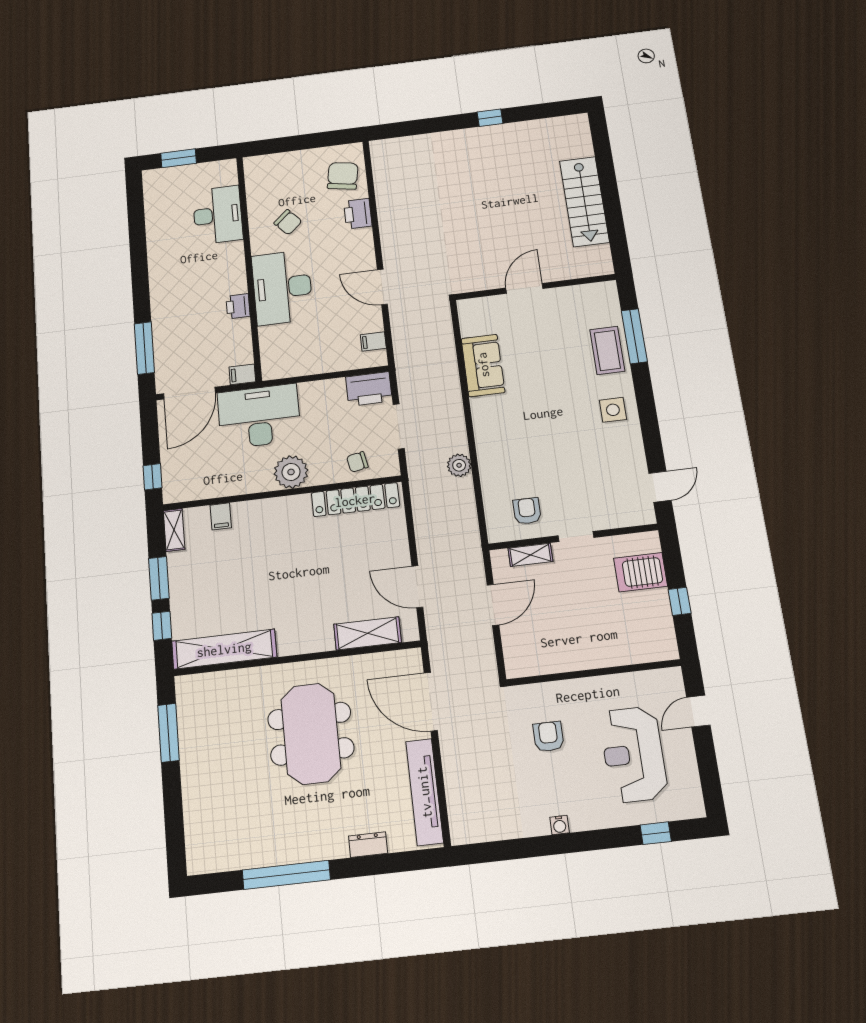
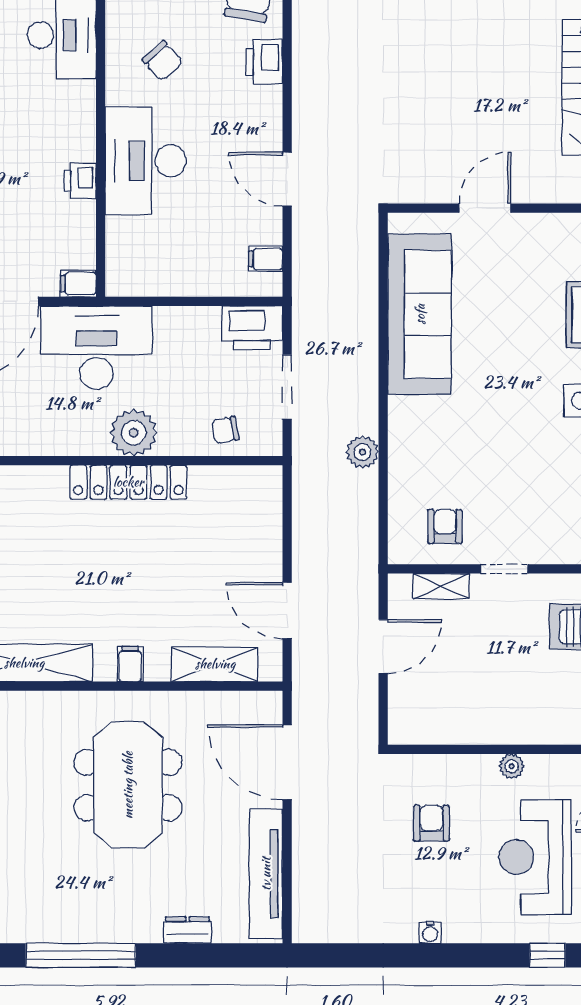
sofa: (483, 365) -> (420, 314), width x1.85, depth x1.27
locker: (355, 500) -> (128, 482), moved
filing cabinet: (221, 516) -> (130, 664), moved, turned 180
plant: (604, 685) -> (512, 766), added

